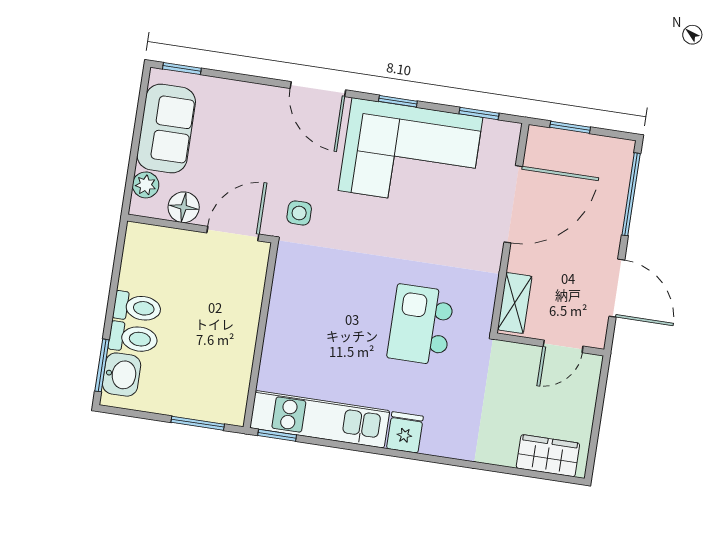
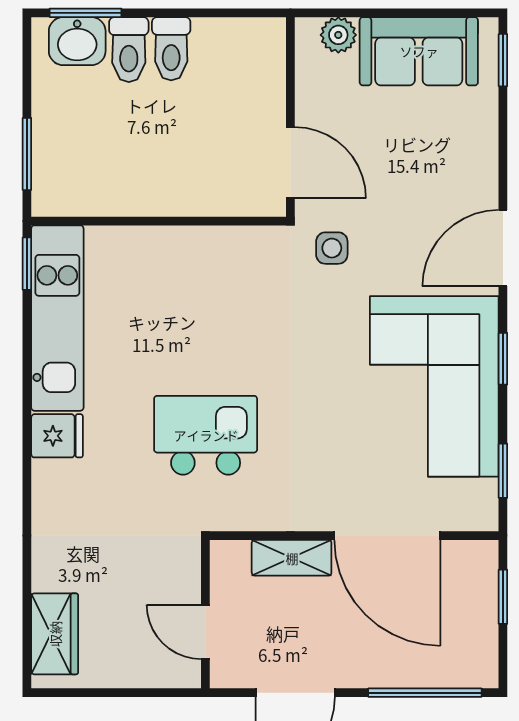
floor lamp: (184, 207) -> (316, 91), removed
shelving: (515, 303) -> (292, 558), moved

